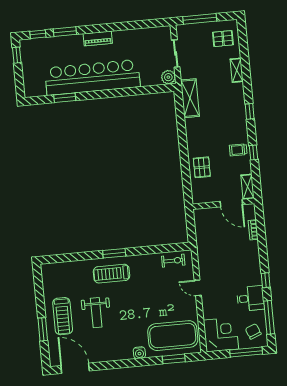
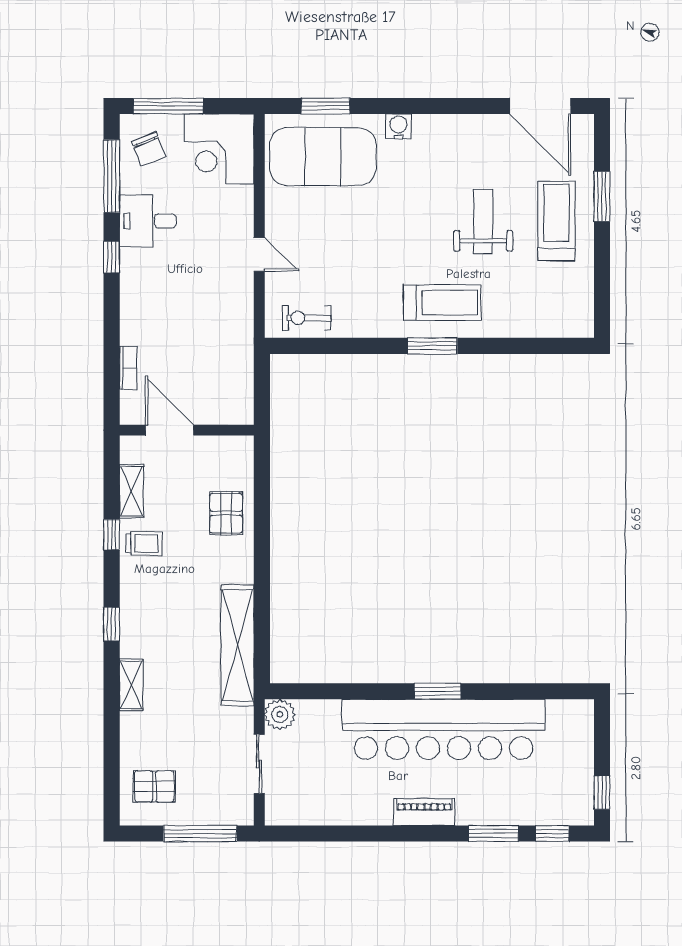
shelving: (237, 70) -> (131, 685), moved
window: (65, 98) -> (438, 691), moved
shelving: (190, 98) -> (237, 645), width x1.47
shelving: (247, 187) -> (132, 491), moved

